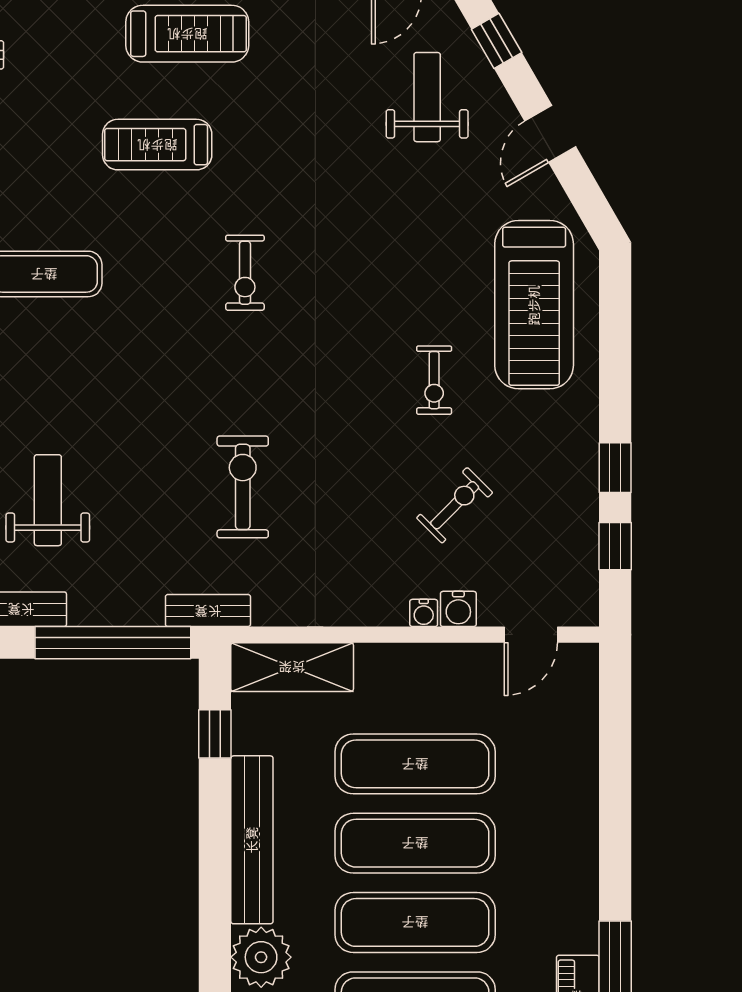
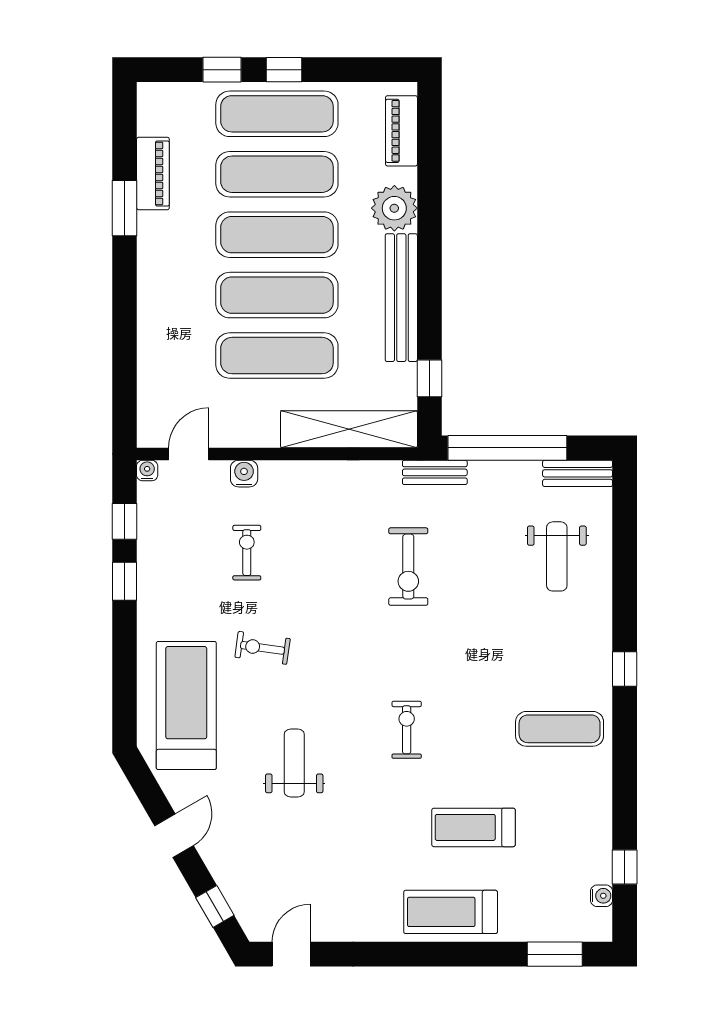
weight bench: (427, 97) -> (294, 763), moved, turned 180
treadmill: (157, 145) -> (473, 827), turned 180
exercise bike: (434, 380) -> (262, 648), turned -82
exercise bike: (455, 505) -> (247, 553), turned 135
water cooler: (424, 613) -> (147, 471), moved
shelving: (292, 667) -> (349, 429), width x1.47

